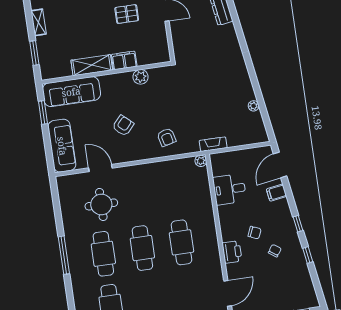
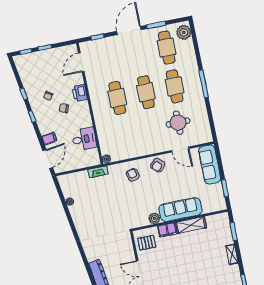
pallet: (127, 14) -> (147, 243), moved
sofa: (71, 92) -> (180, 210), moved
armchair: (123, 126) -> (158, 165), moved

